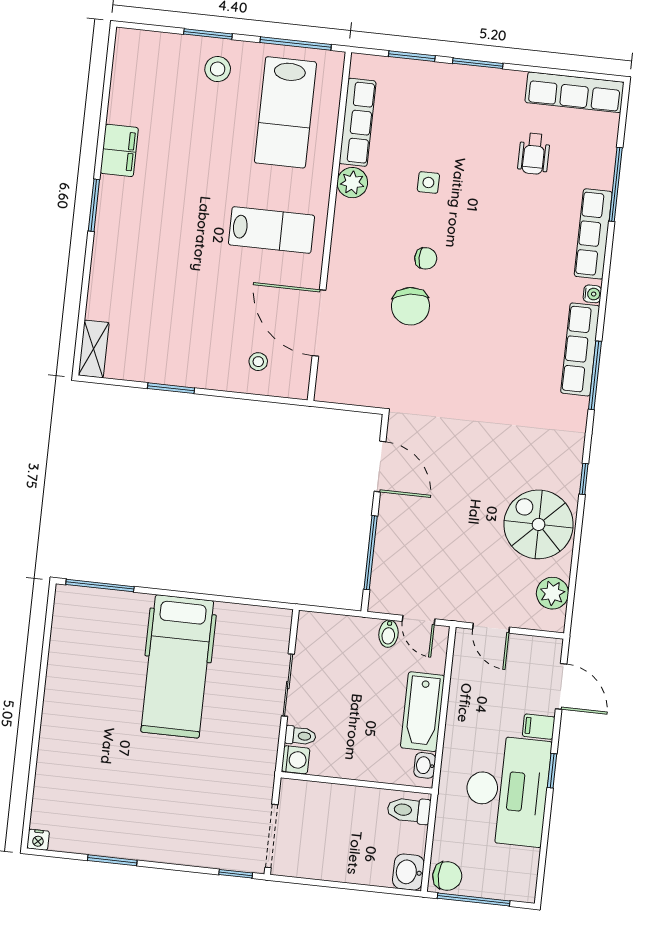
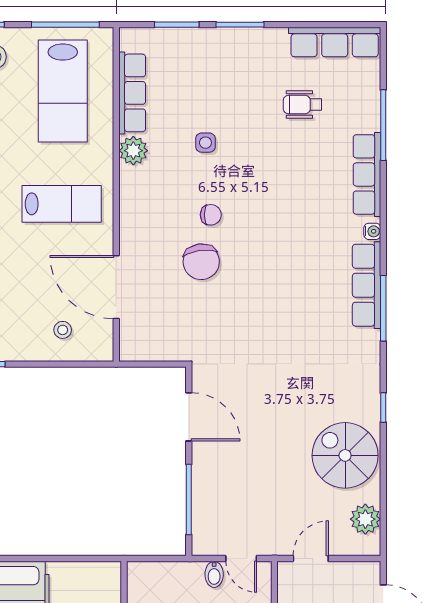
wheelchair: (534, 154) -> (302, 105), turned 90
door: (491, 628) -> (311, 559), swing flipped

